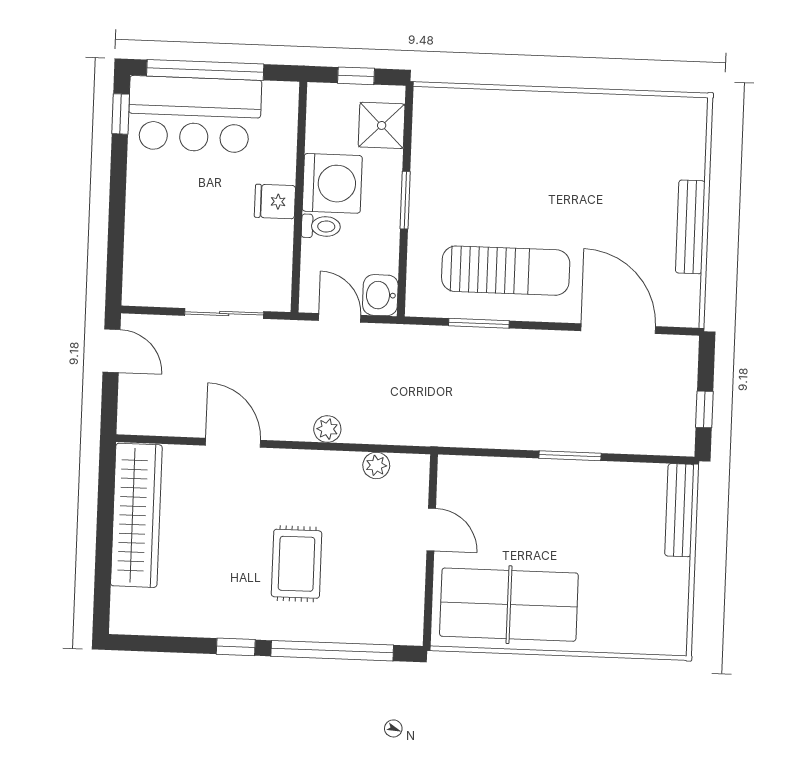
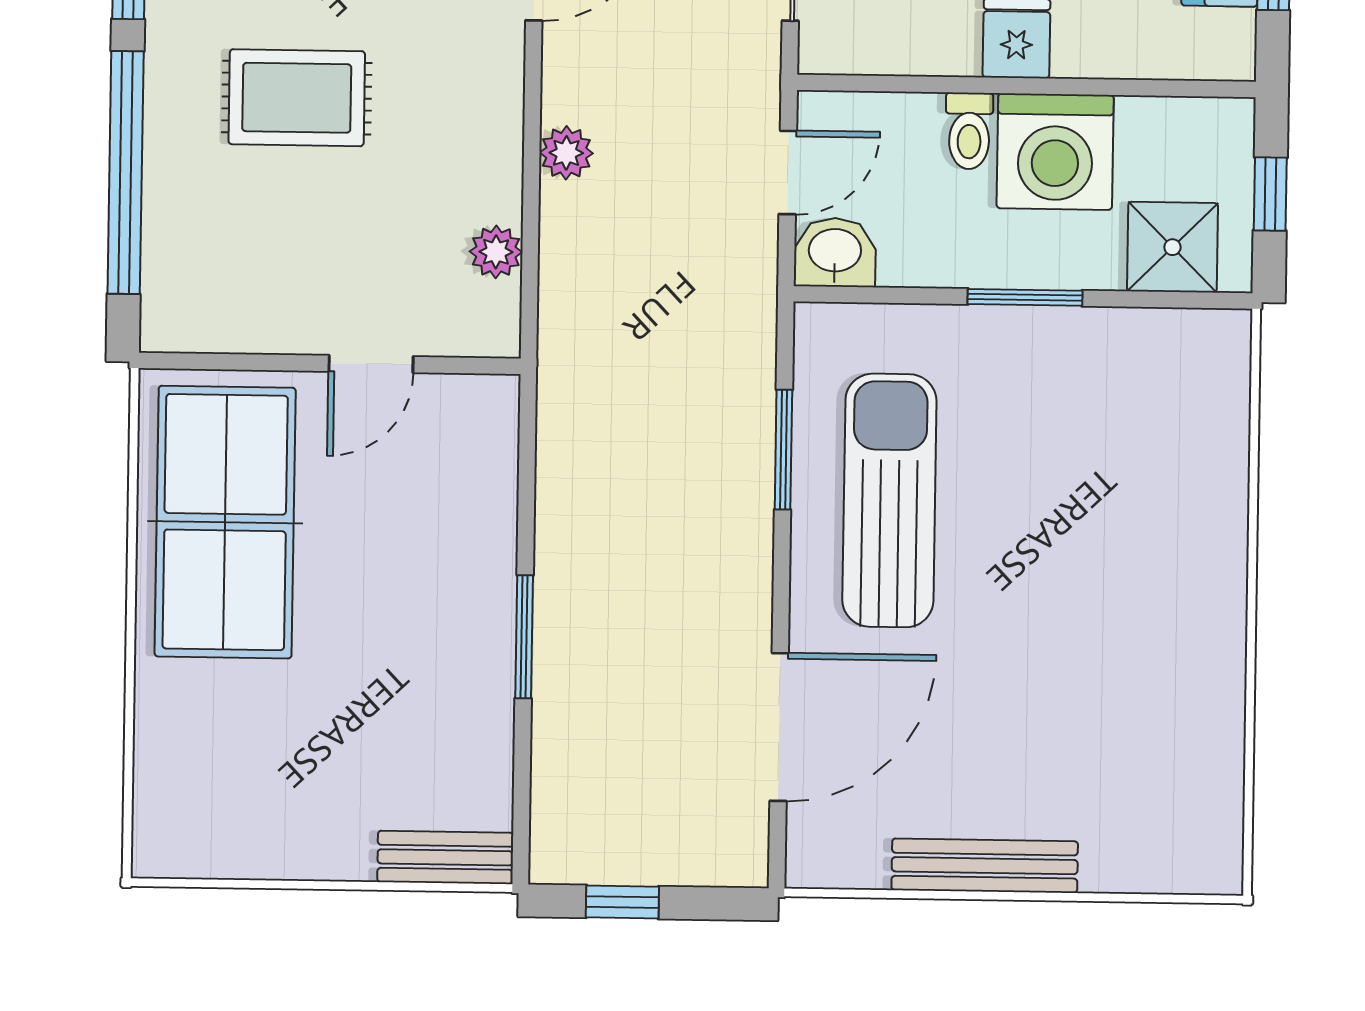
sun lounger: (506, 271) -> (889, 500), turned 180
bench: (679, 510) -> (445, 857), width x0.73

